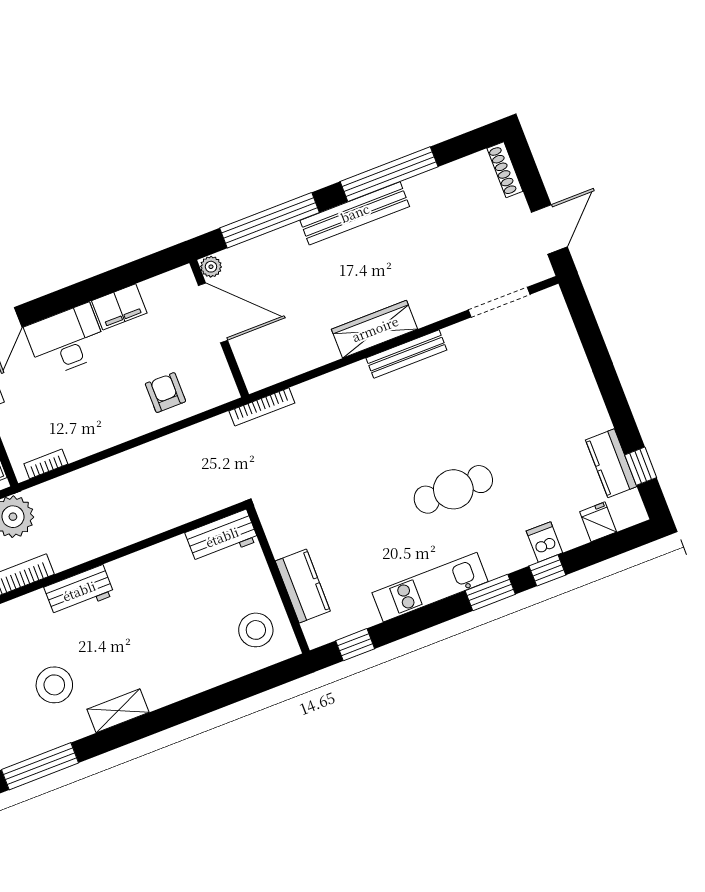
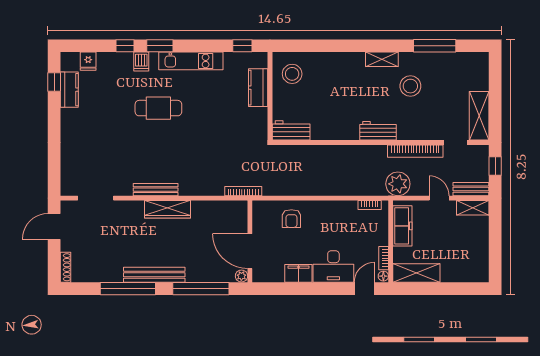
dishwasher: (544, 542) -> (141, 61), moved

